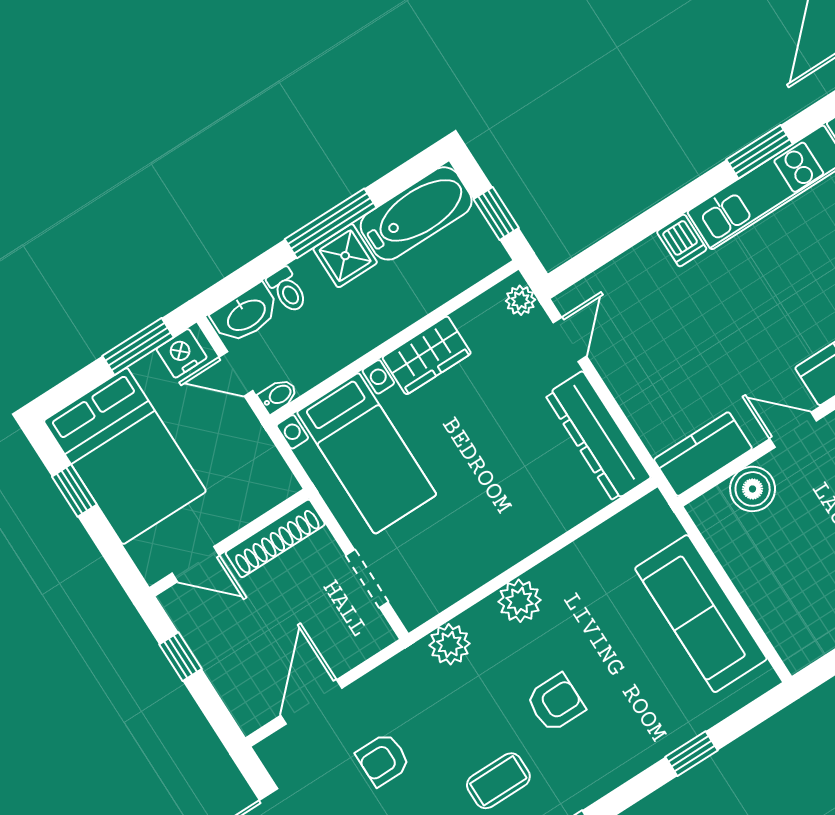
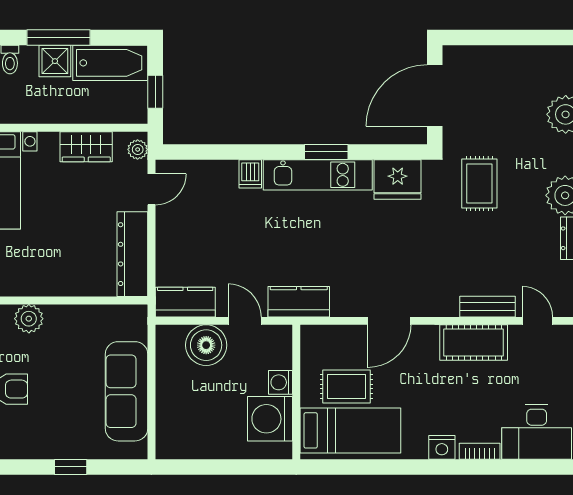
wardrobe: (427, 355) -> (86, 147), moved
boiler: (753, 489) -> (206, 345), width x1.37, depth x1.37

